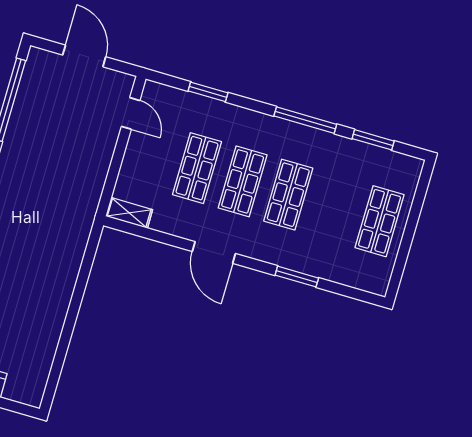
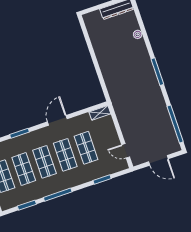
shop shelf: (334, 208) -> (24, 169), added
door: (214, 252) -> (57, 120), hinge flipped

